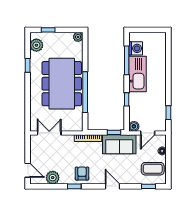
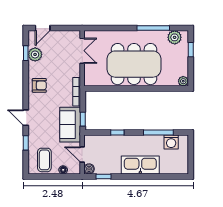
window: (28, 65) -> (153, 28), width x2.17
kitchen sink: (138, 74) -> (140, 165), moved, turned 180
window: (85, 92) -> (125, 89), removed
boiler: (134, 126) -> (89, 169), moved
window: (74, 186) -> (26, 53), moved
door: (113, 186) -> (26, 118), swing flipped
window: (148, 186) -> (26, 143), moved

